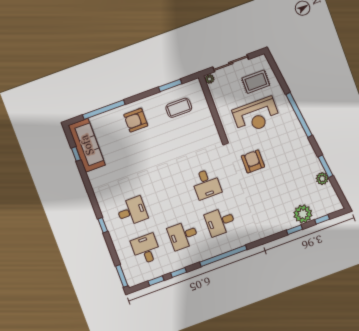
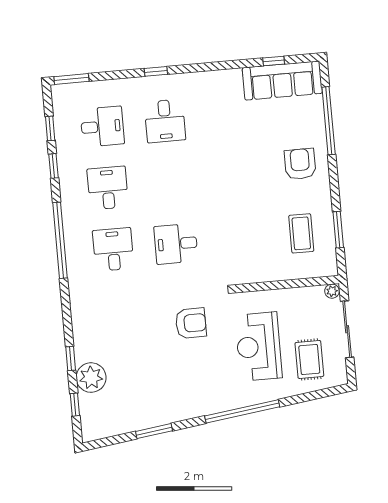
plant: (322, 179) -> (137, 421), removed

